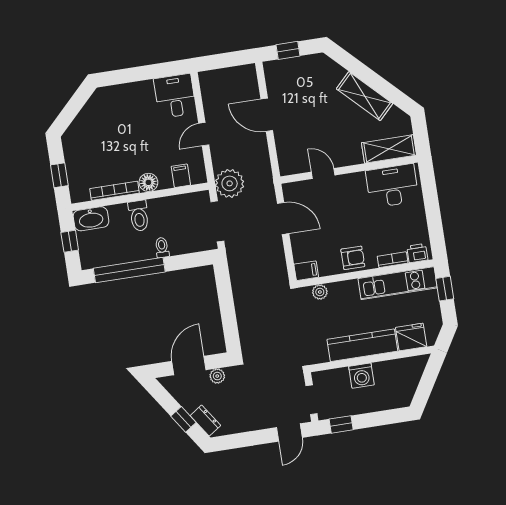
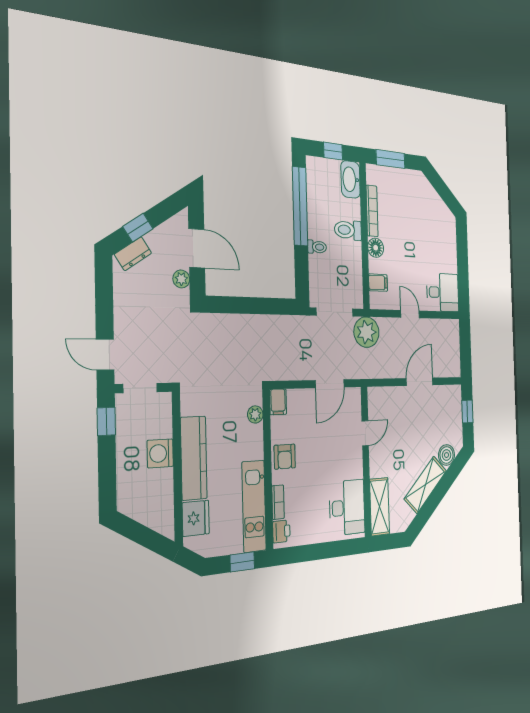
boiler: (334, 73) -> (447, 455), added
window: (59, 175) -> (391, 159), width x1.50

